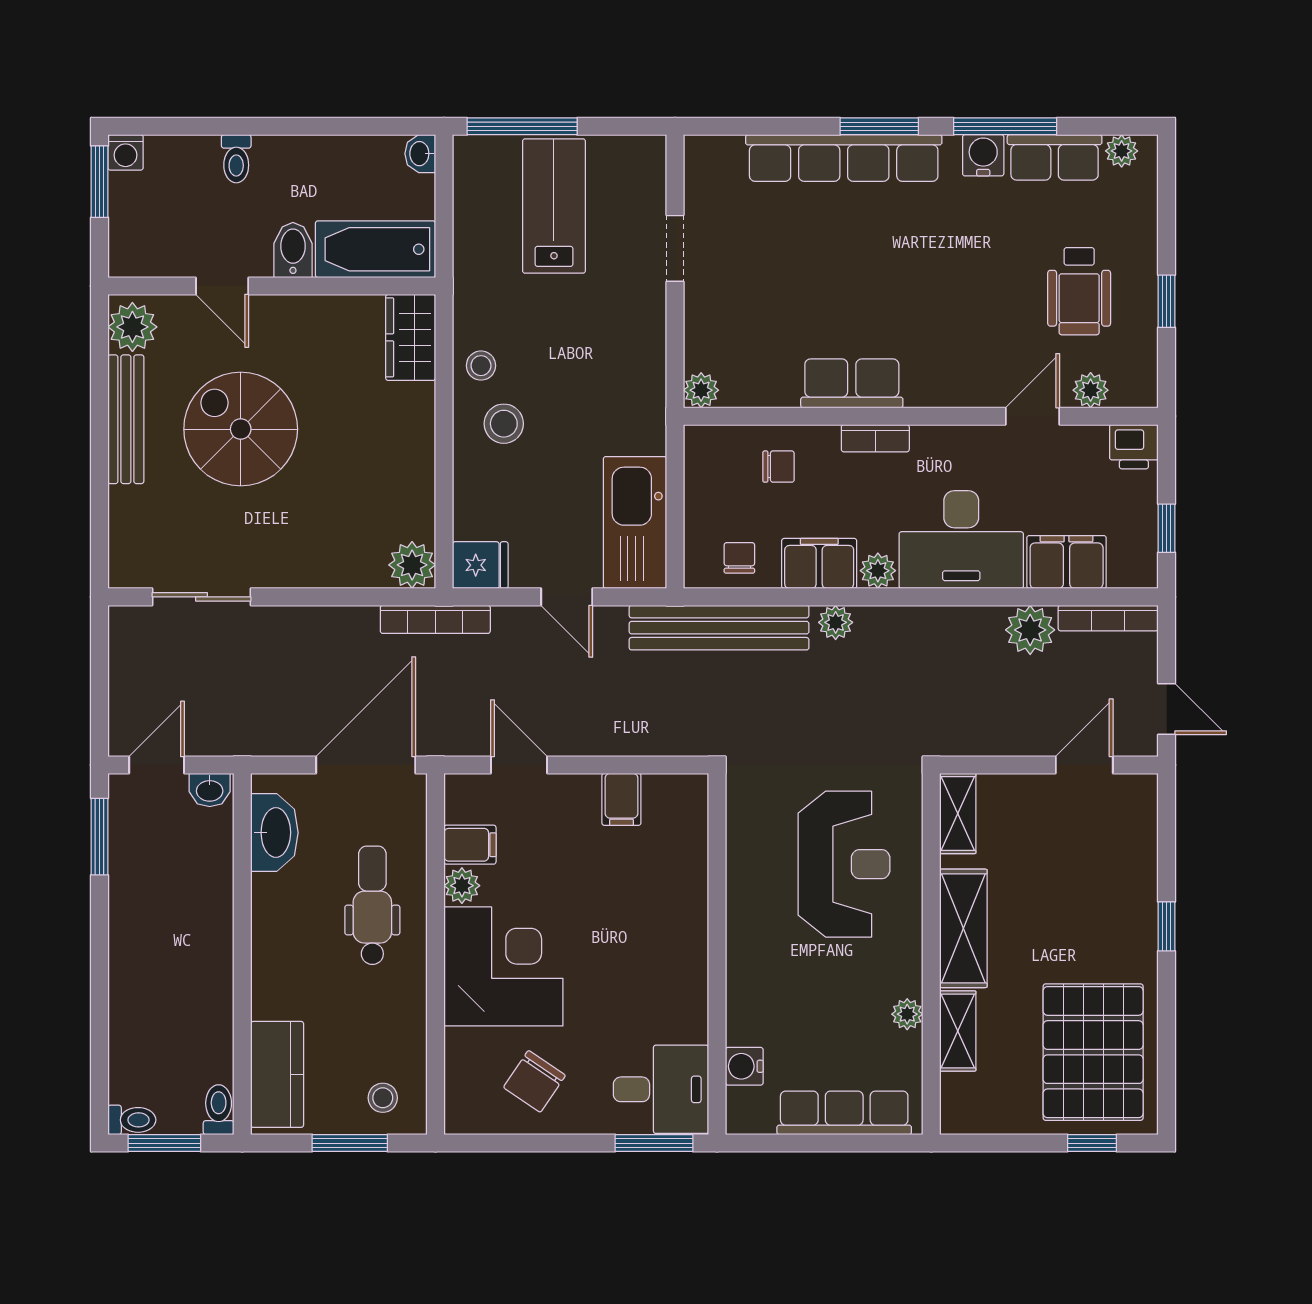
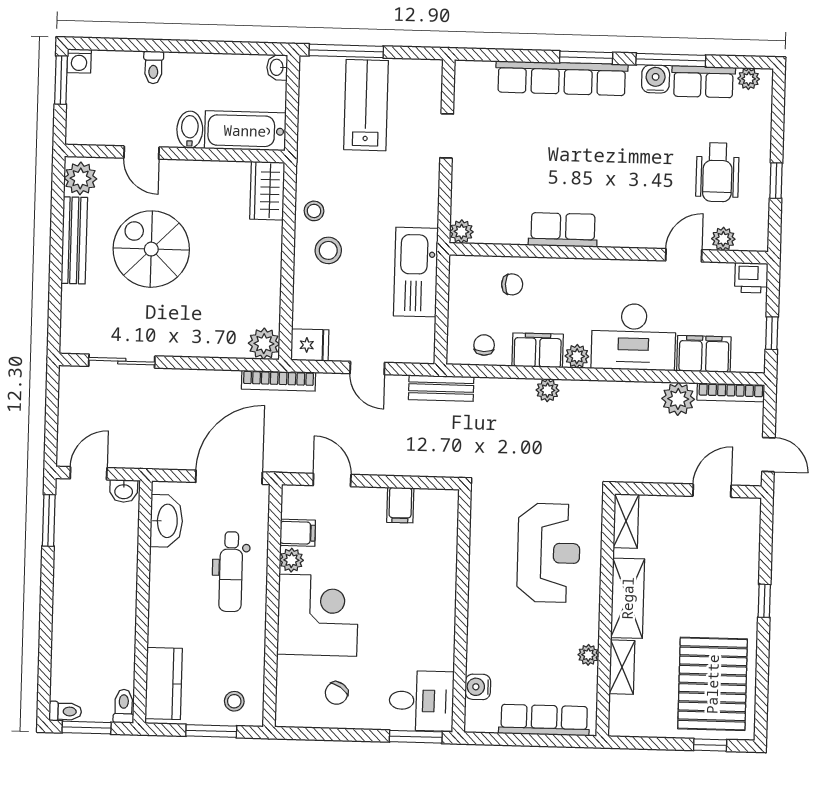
bookcase: (875, 438) -> (578, 267), removed
kitchen sink: (635, 523) -> (416, 272), moved
bench: (719, 628) -> (441, 388), width x0.54, depth x0.82
dental chair: (372, 905) -> (231, 572), turned 180
chair: (534, 1081) -> (336, 693), width x0.73, depth x0.73

